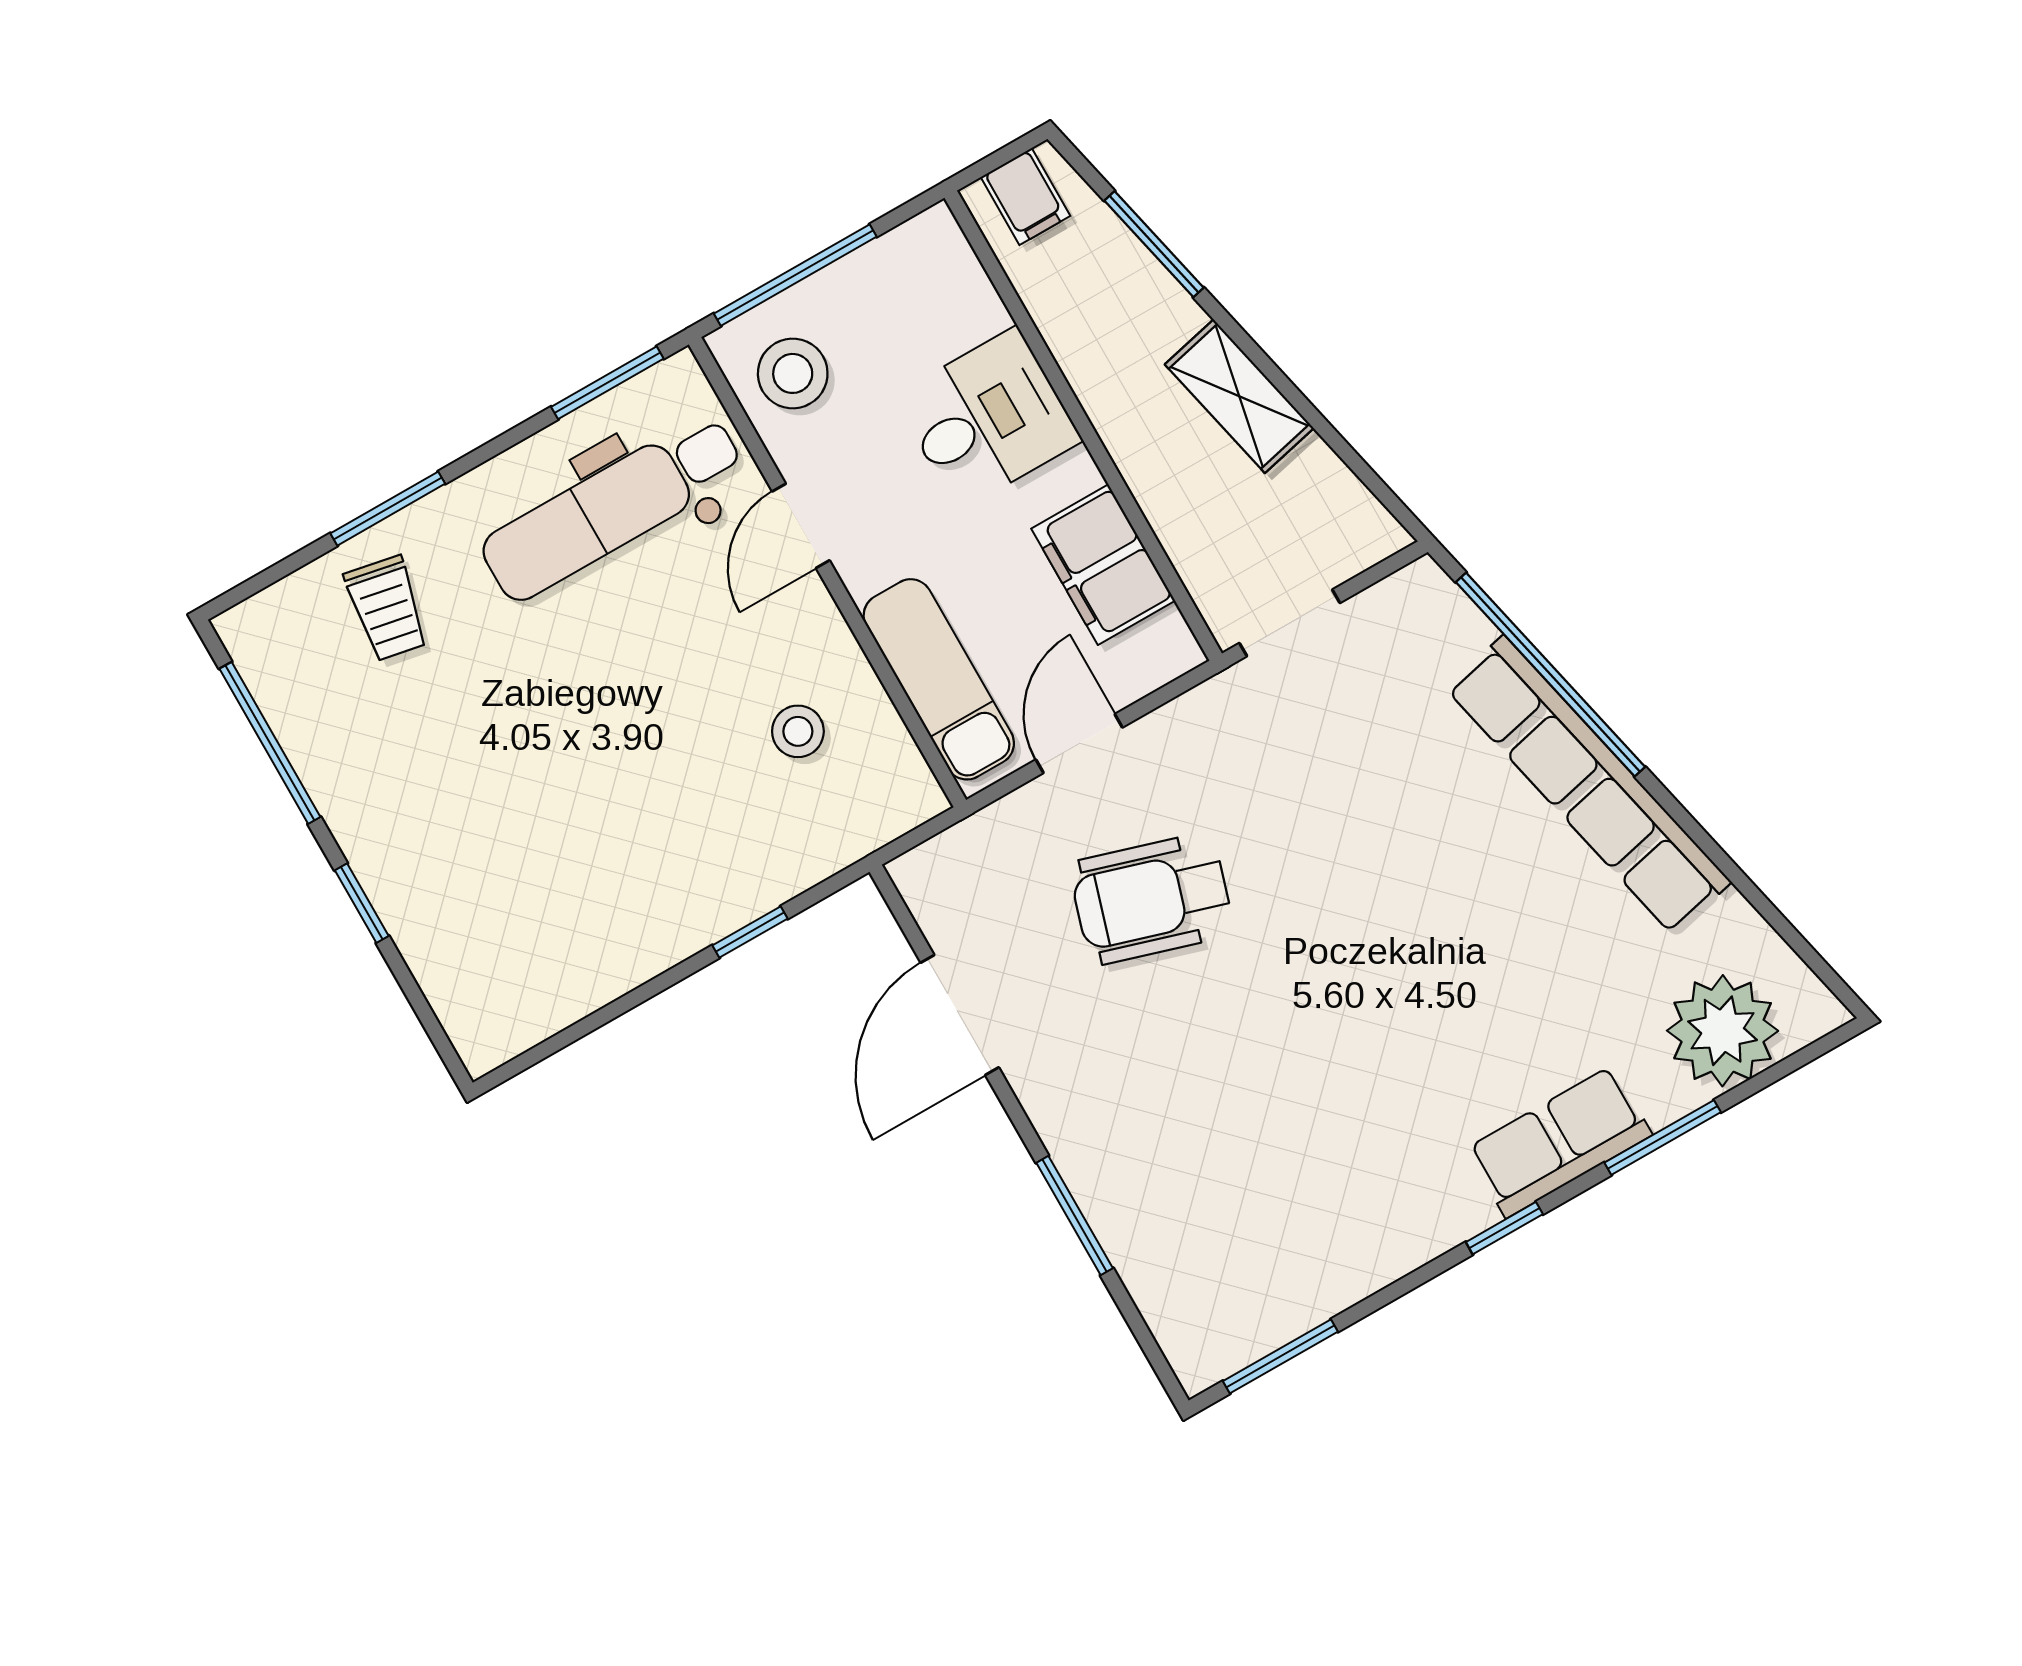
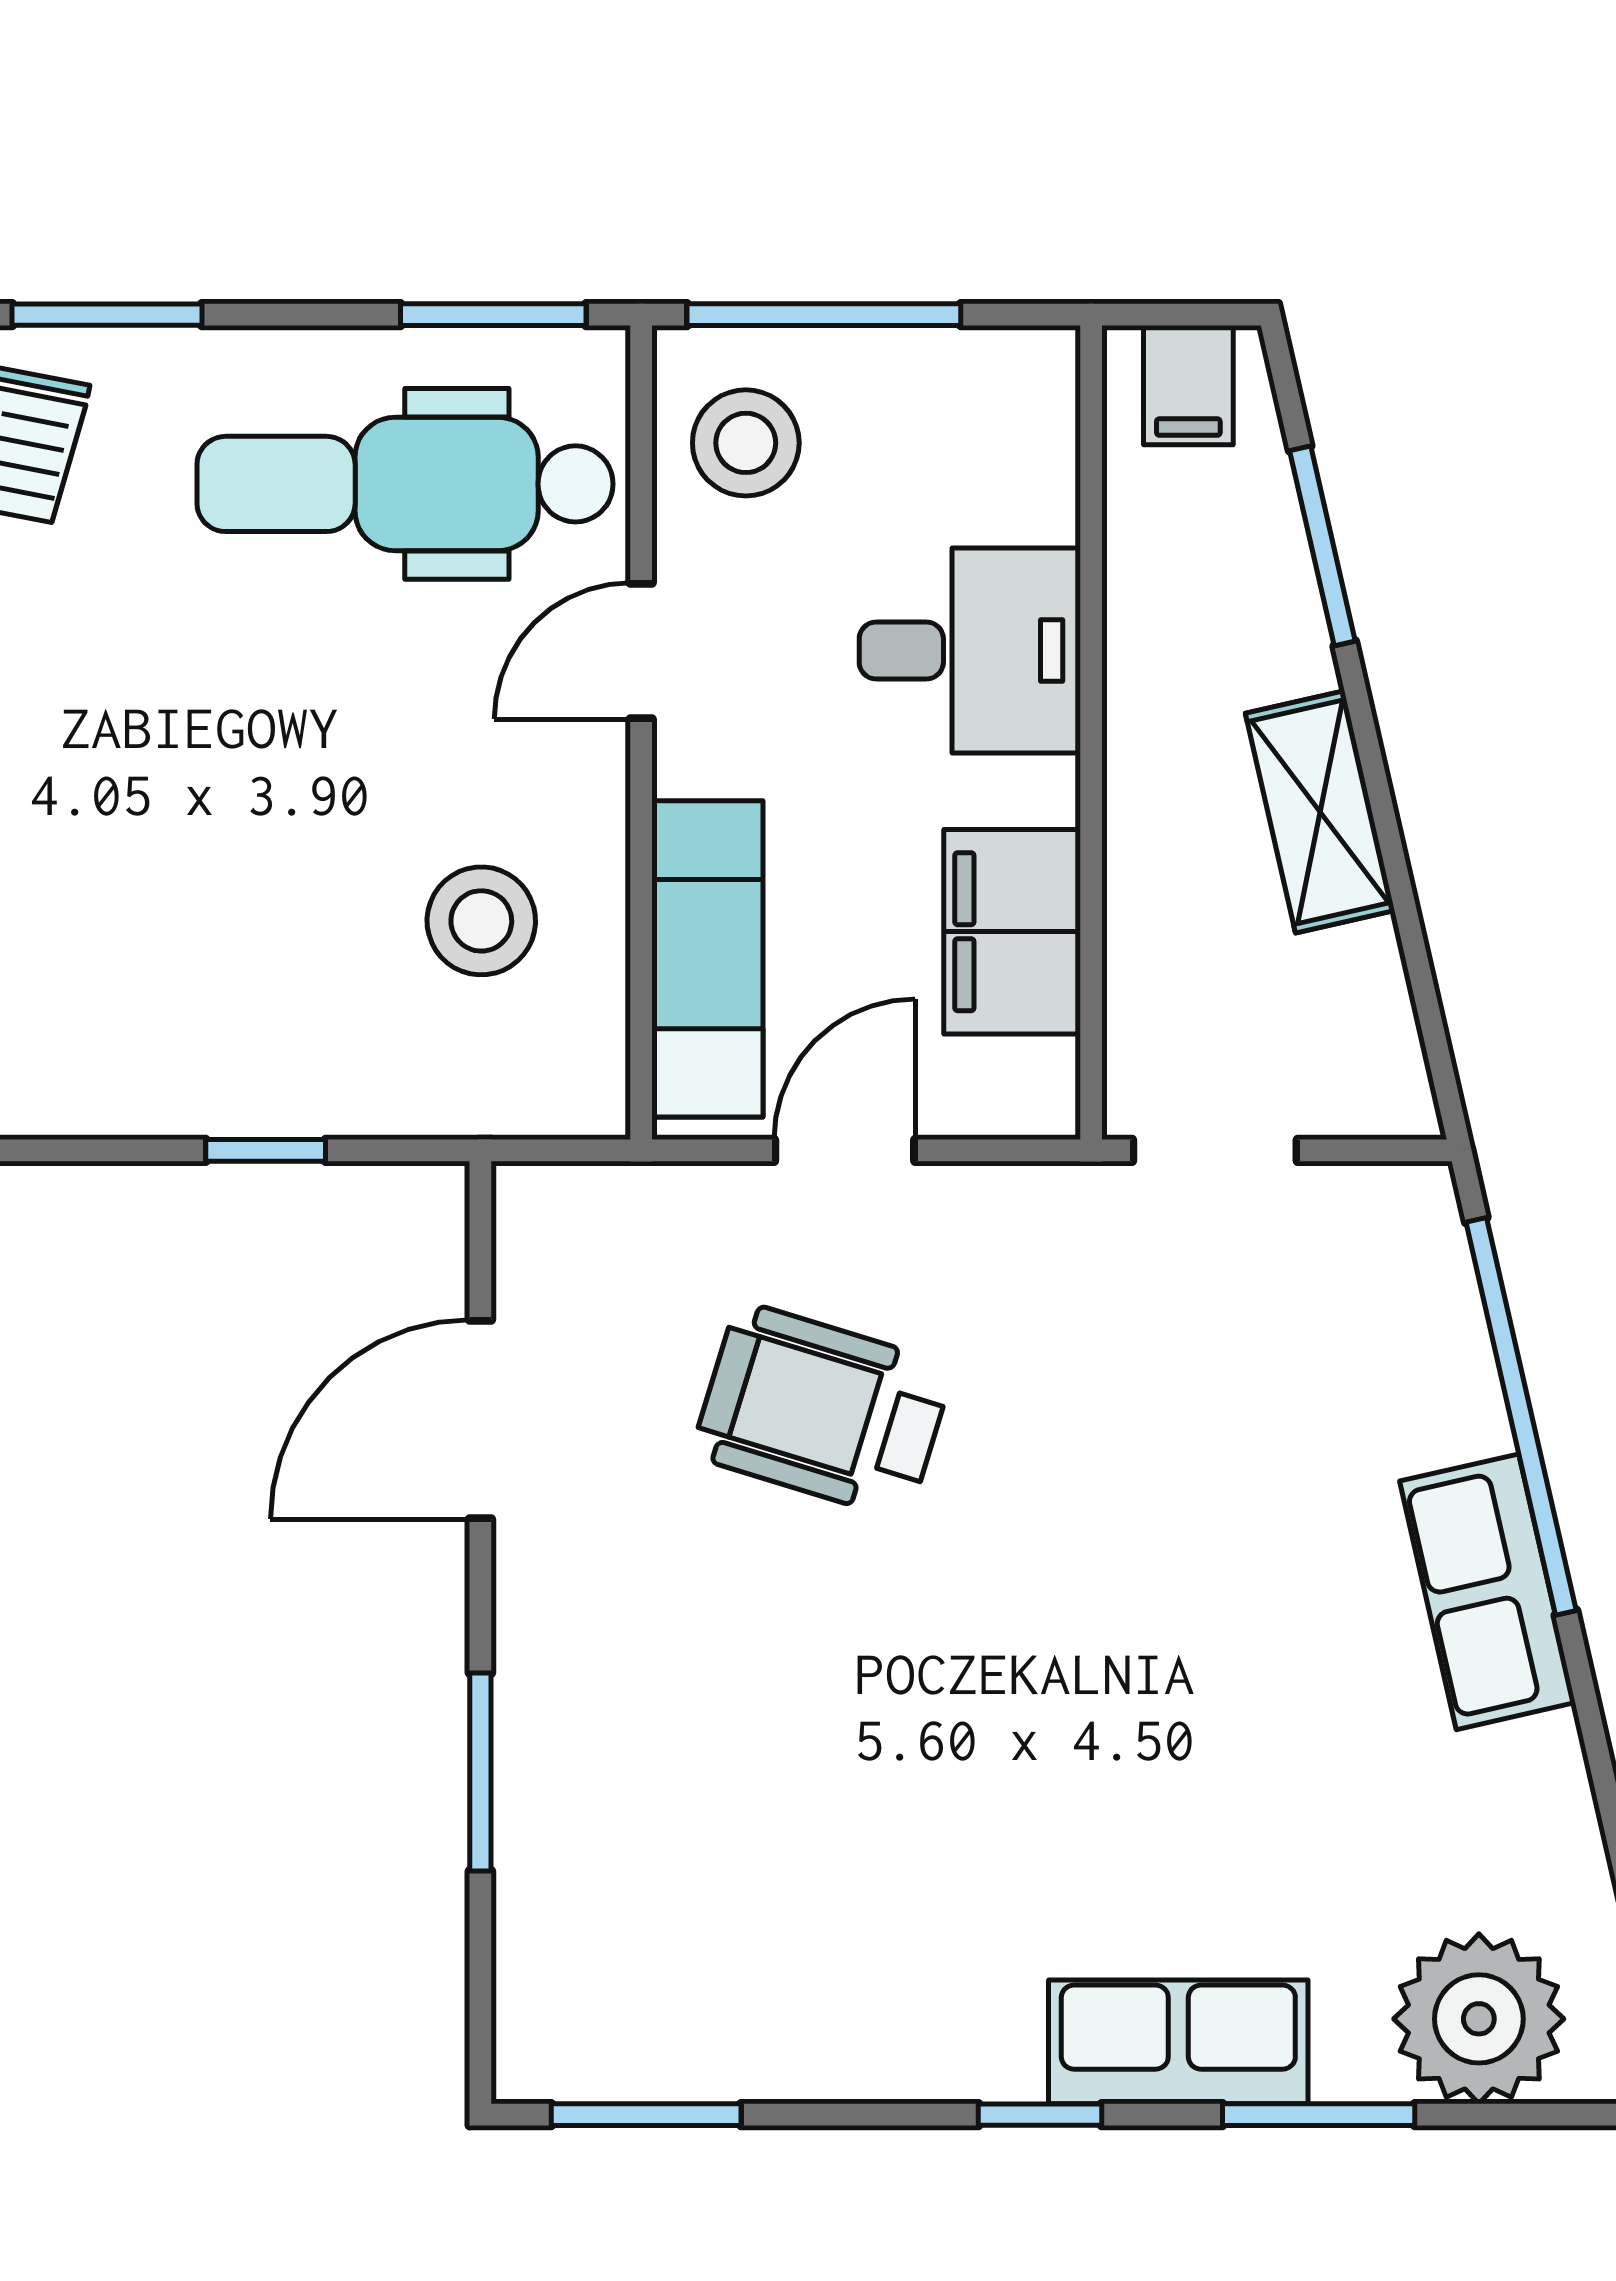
stool: (798, 731) -> (481, 921), width x1.37, depth x1.37
row of seats: (1588, 785) -> (1488, 1592), width x0.50

